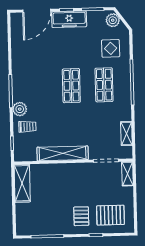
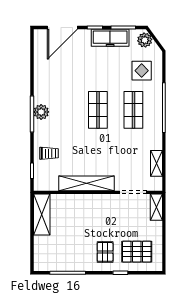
freezer: (69, 19) -> (110, 38), moved
plant: (20, 109) -> (41, 112), moved

